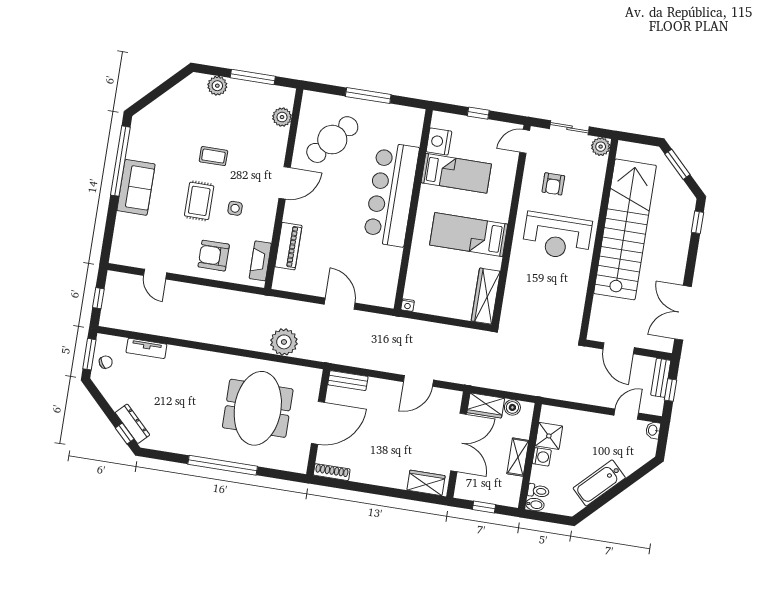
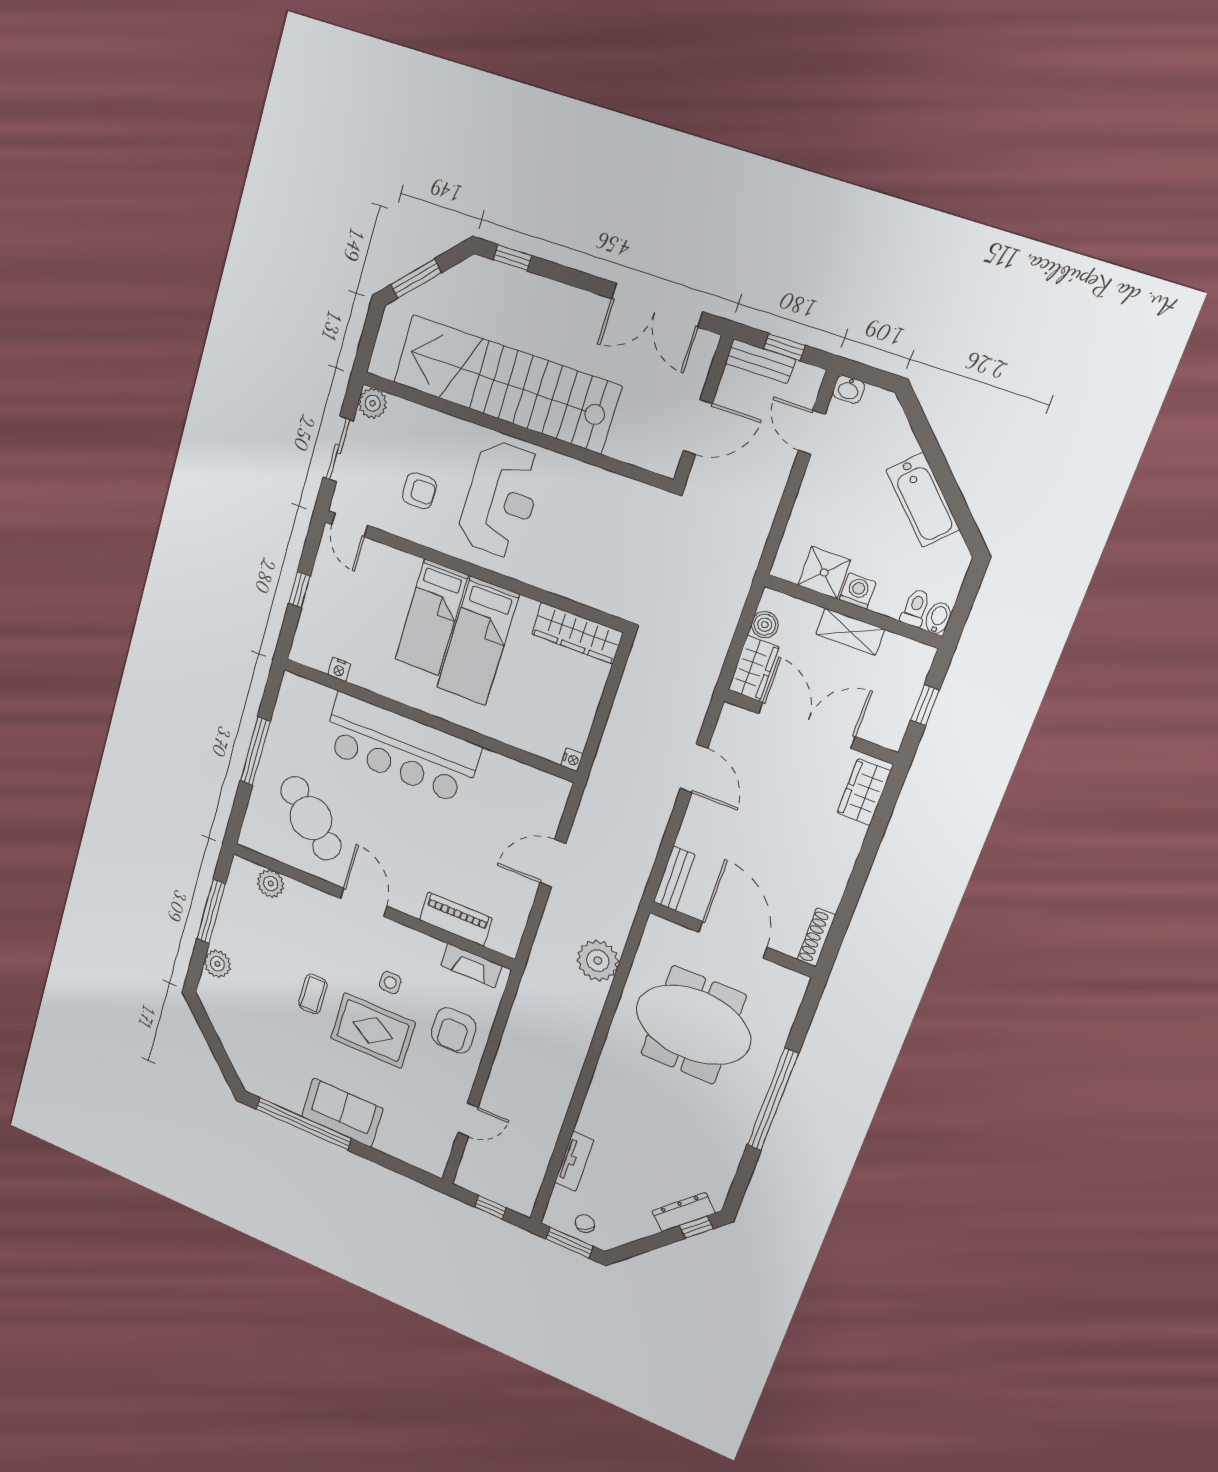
nightstand: (439, 141) -> (339, 669), width x0.53, depth x0.56
bed: (456, 173) -> (431, 617), moved, turned 180
rug: (199, 201) -> (373, 1030), width x1.36, depth x1.43

